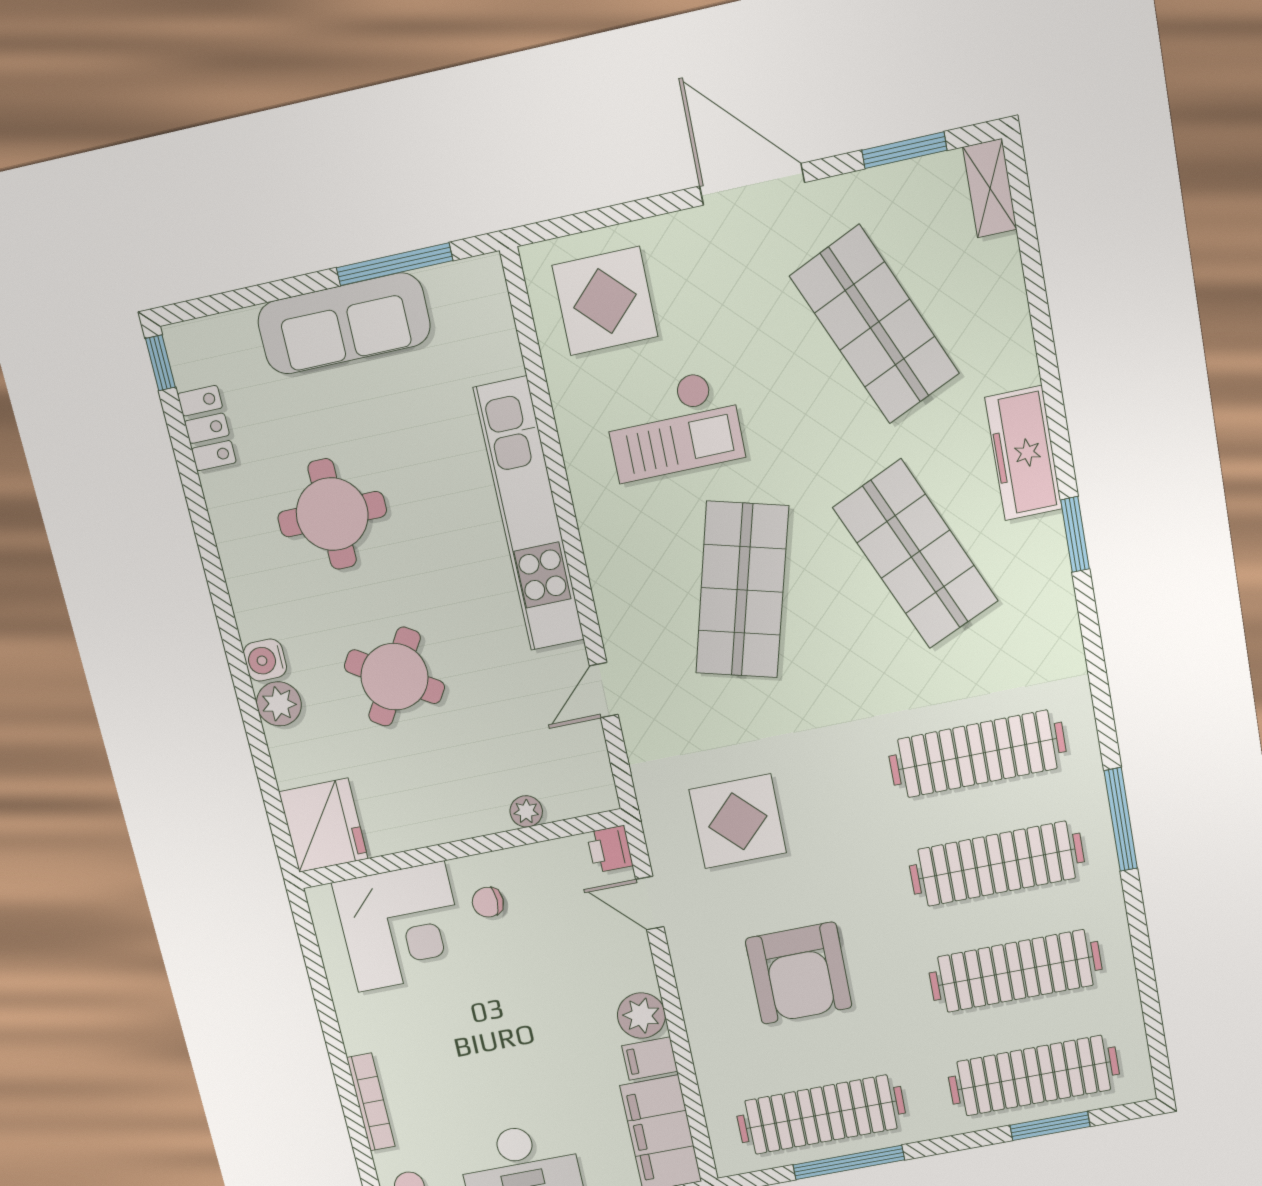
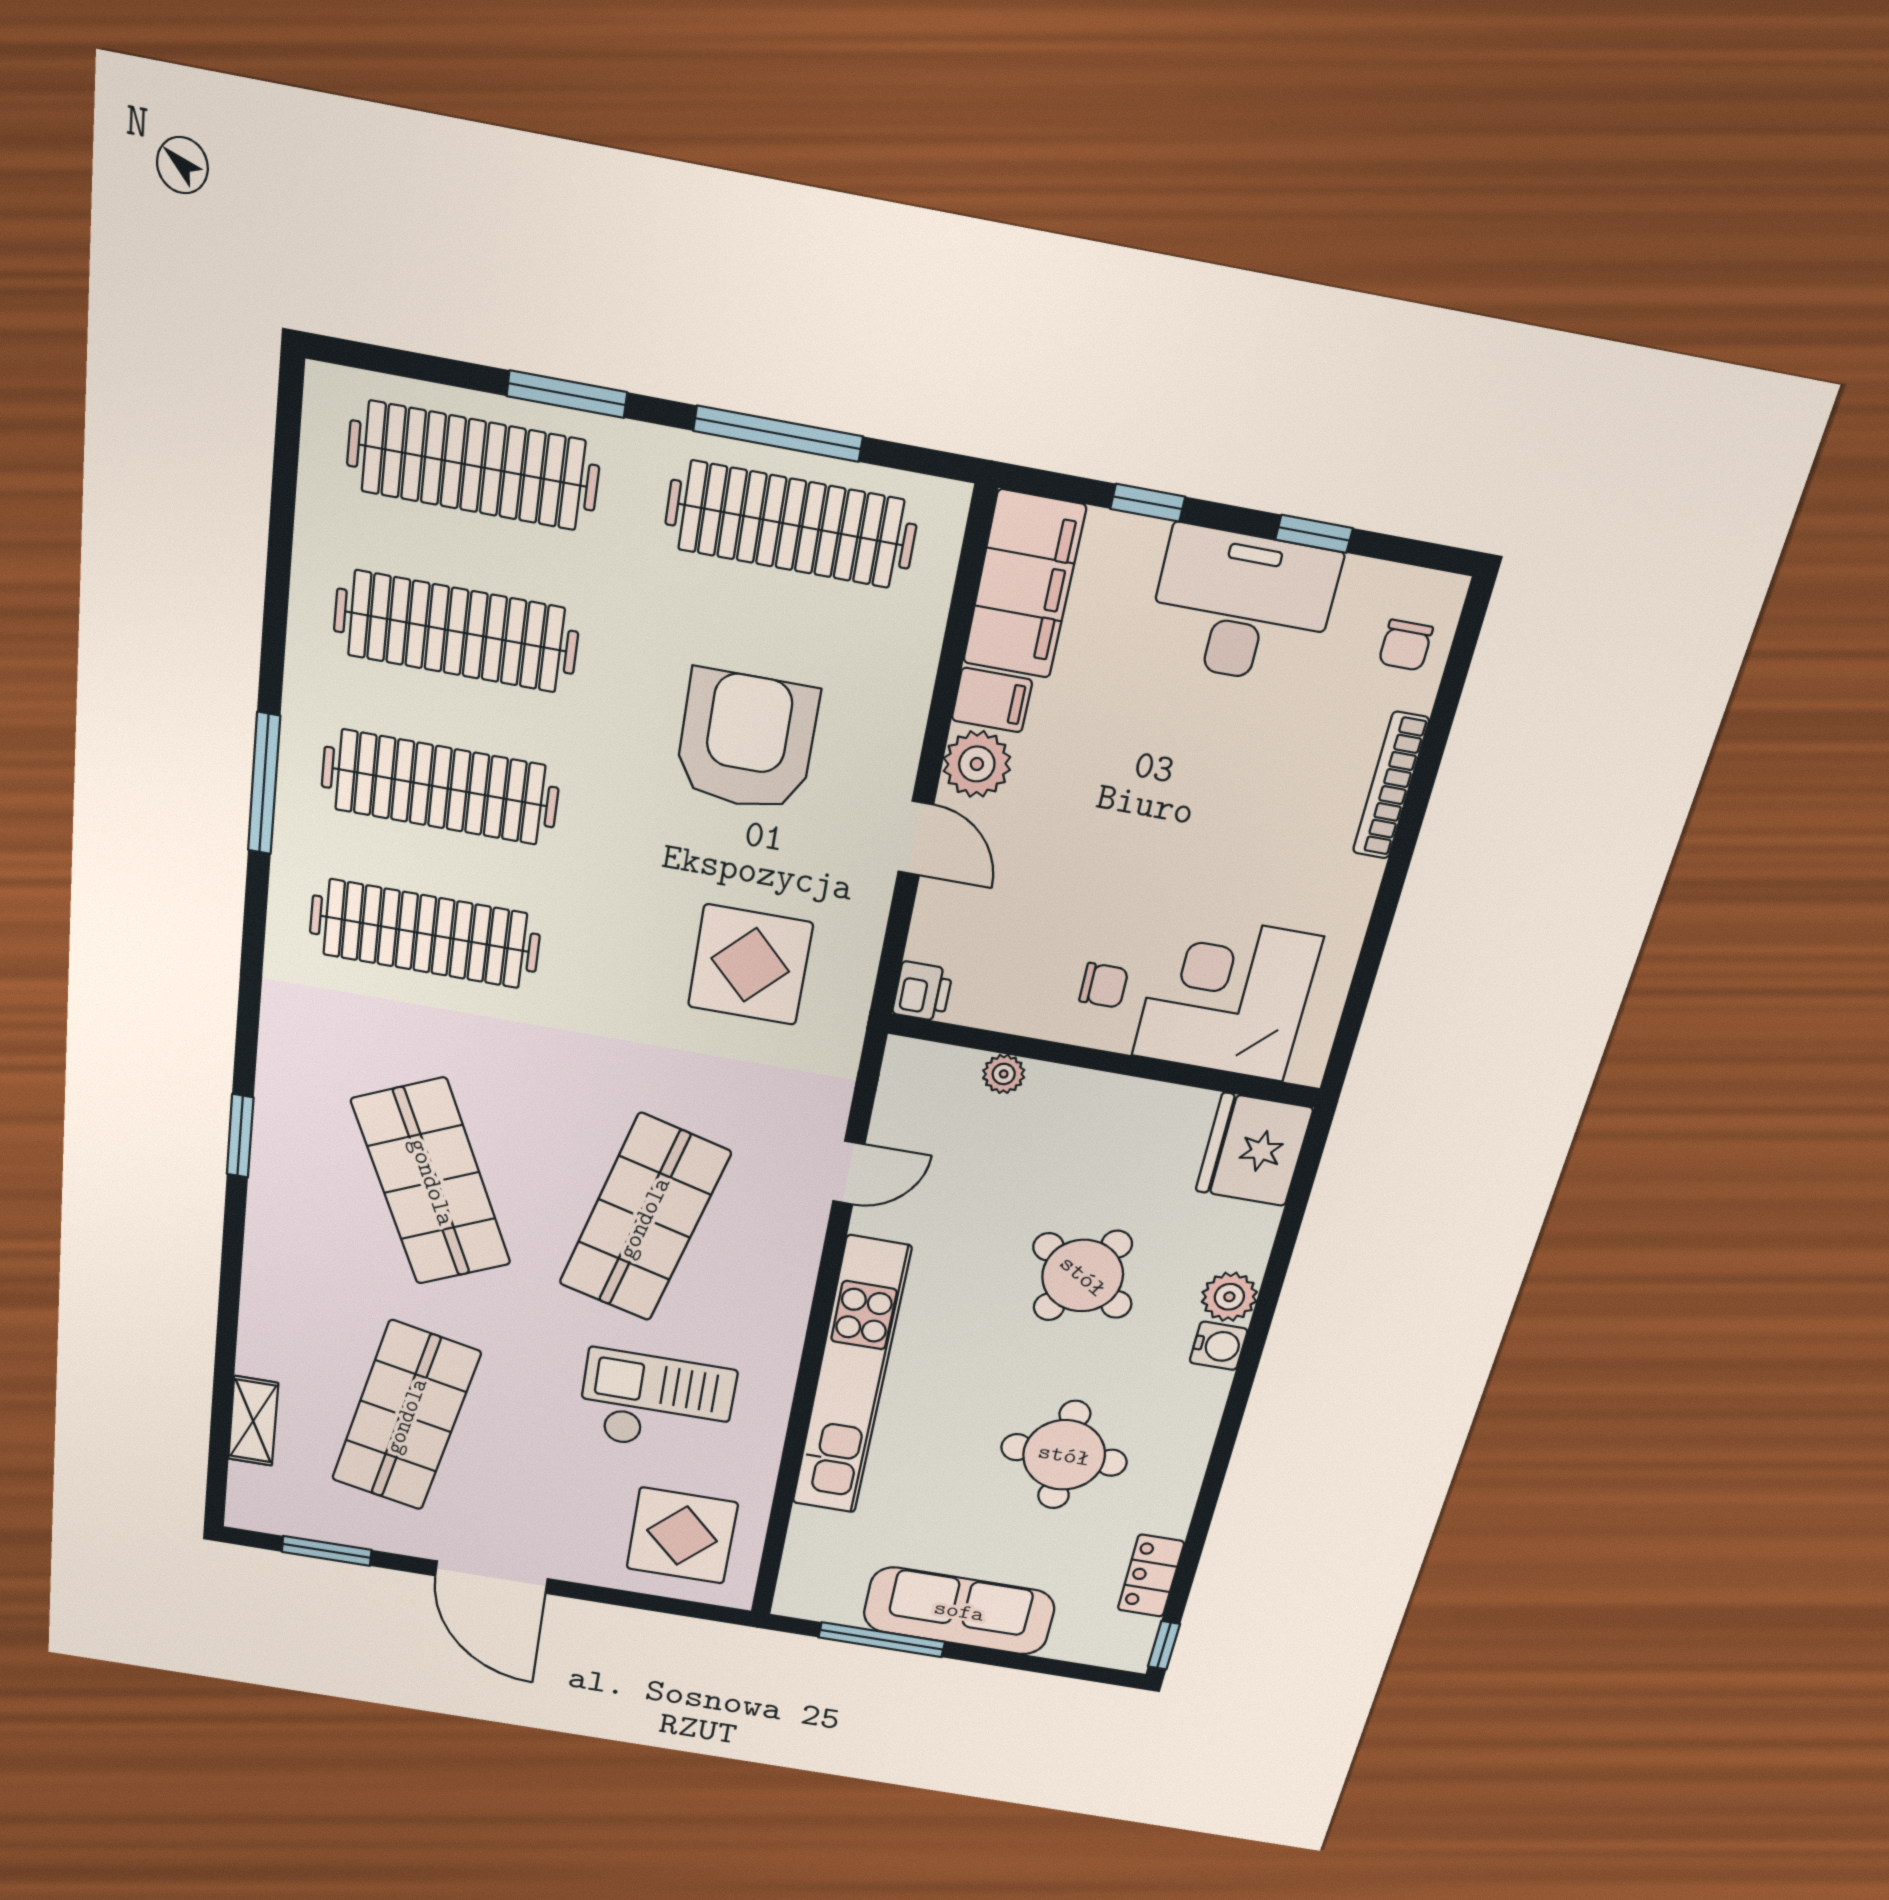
shelving: (990, 188) -> (253, 1421), moved
shop shelf: (875, 325) -> (406, 1416), turned 36
freezer: (1024, 453) -> (278, 1239), removed
door: (650, 903) -> (916, 838), moved
window: (1050, 1126) -> (567, 394), moved

